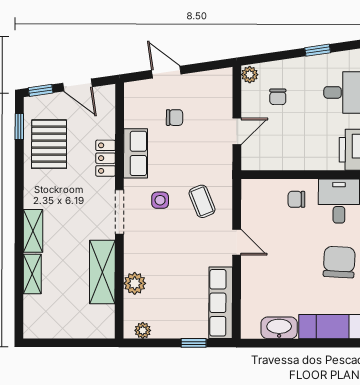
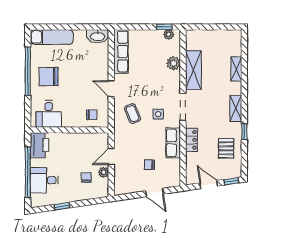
plant: (250, 75) -> (104, 172), moved
window: (19, 126) -> (244, 132), moved
pallet: (49, 144) -> (226, 148), width x0.67, depth x0.71
chair: (296, 199) -> (92, 115), moved
shelving: (33, 231) -> (236, 108), moved
chair: (339, 262) -> (49, 77), turned 87
washbasin: (279, 328) -> (98, 36), moved
window: (194, 343) -> (164, 27), moved

